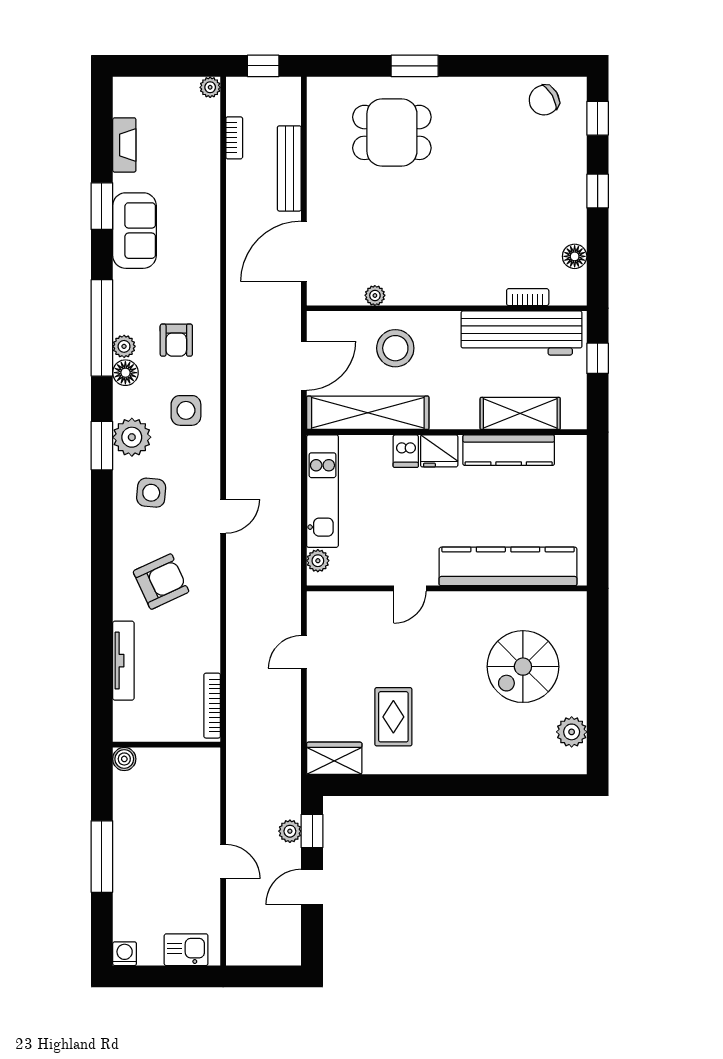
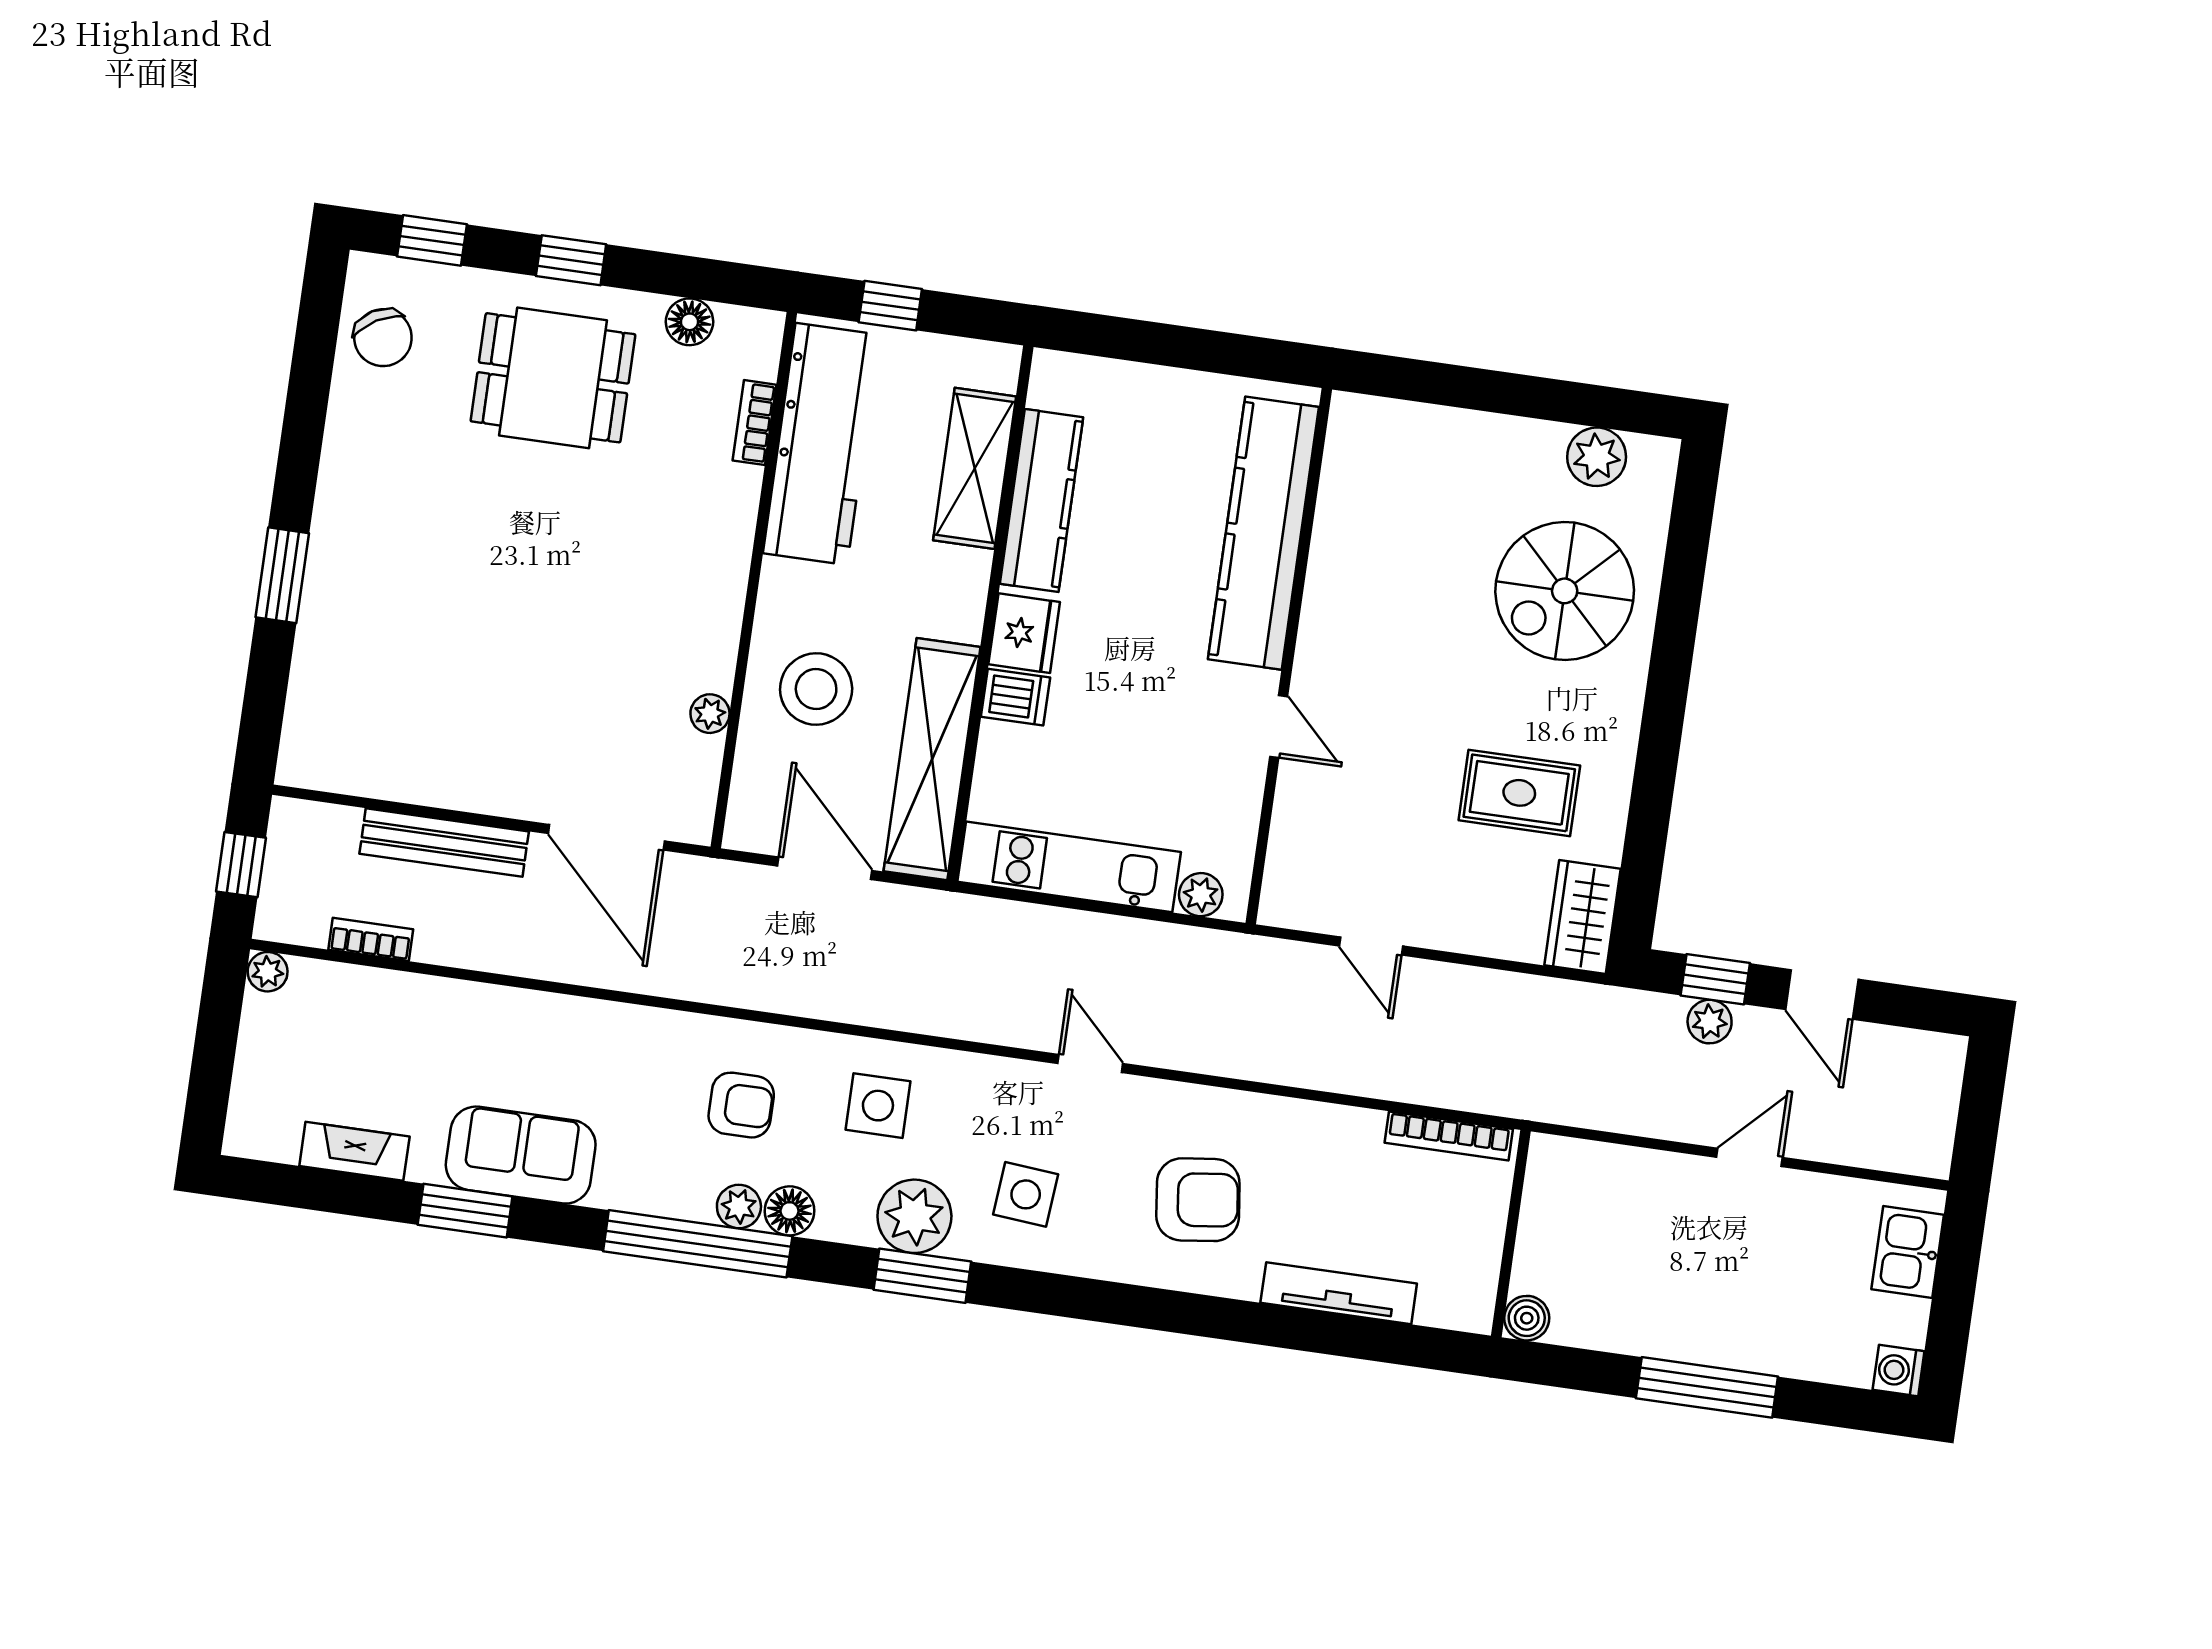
dining table: (392, 132) -> (553, 378), moved, turned 90
armchair: (161, 582) -> (1198, 1200), turned 108
spiral stairs: (523, 667) -> (1565, 591), moved, turned 90

